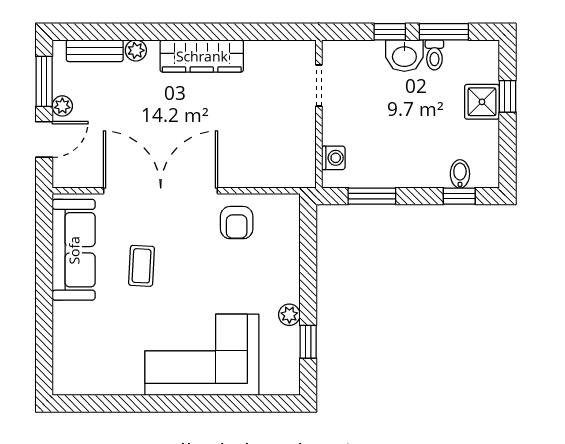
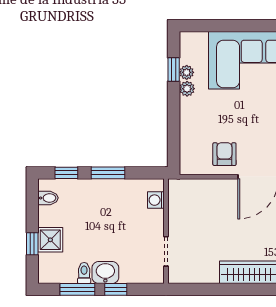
bidet: (460, 174) -> (48, 198), moved, turned -90
window: (372, 196) -> (108, 173), moved
plant: (290, 338) -> (187, 72), added

